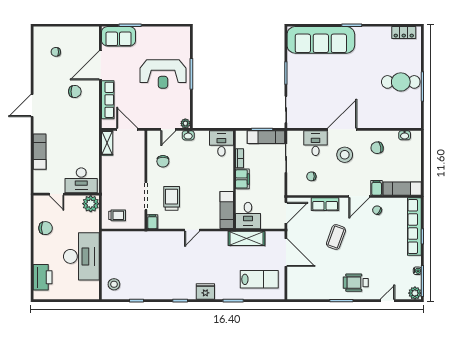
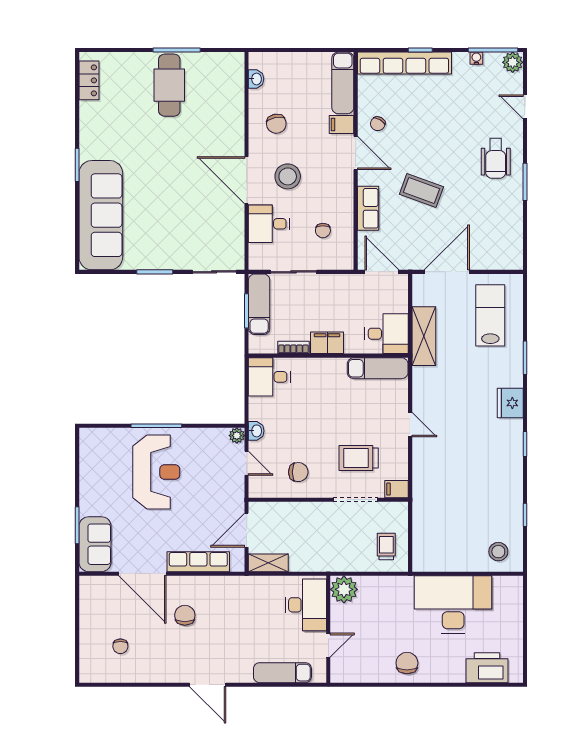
desk: (81, 180) -> (306, 605), moved
door: (57, 194) -> (328, 645), moved
wall: (66, 194) -> (328, 629), moved
plant: (91, 204) -> (344, 589), moved

